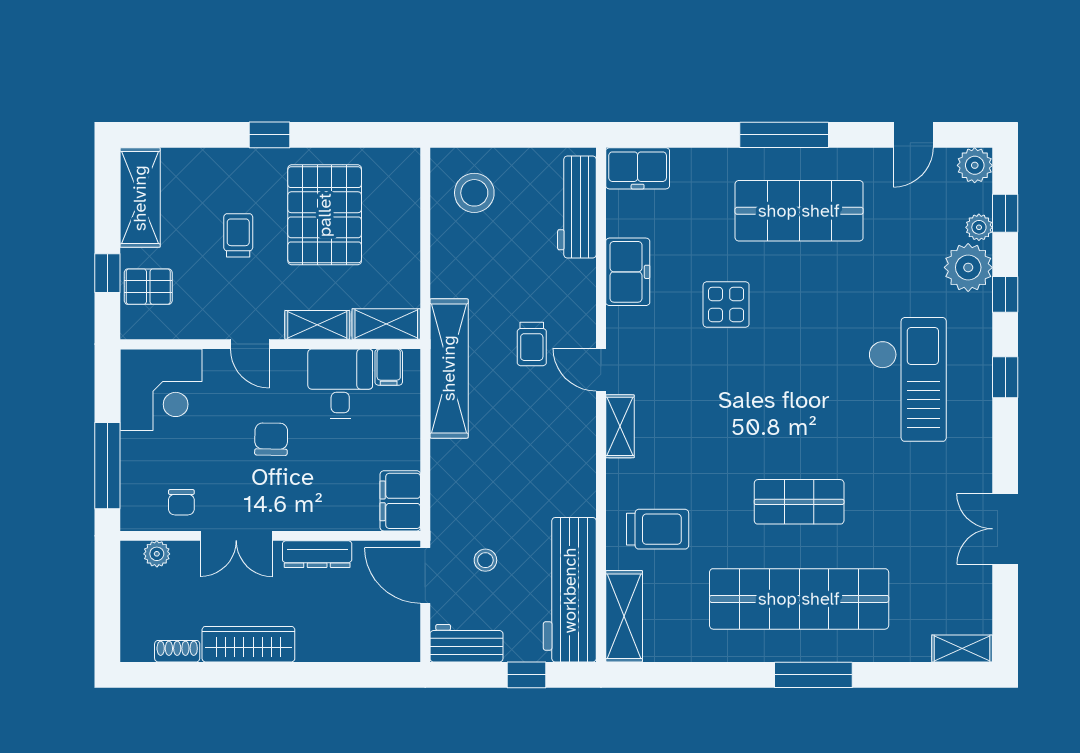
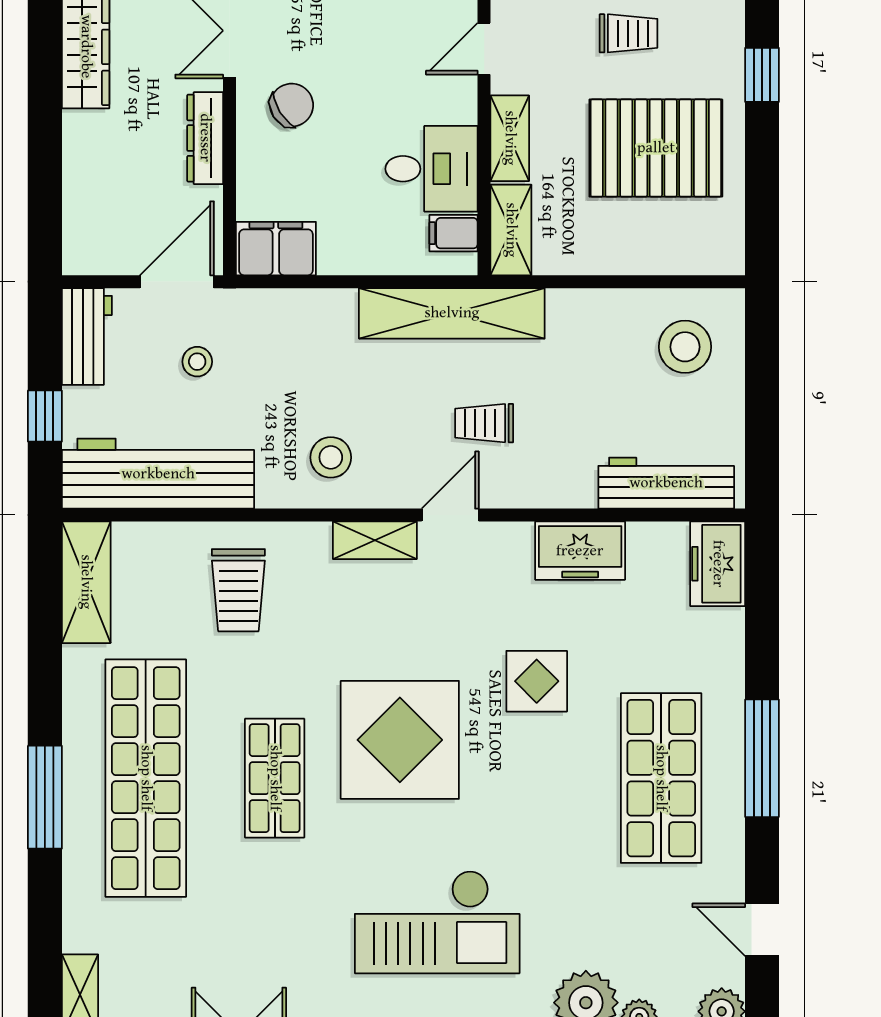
display table: (770, 408) -> (400, 740), added
chair: (271, 439) -> (292, 105), moved, turned -33
stool: (558, 460) -> (331, 457), added
shelving: (624, 616) -> (86, 582), moved, turned 90

